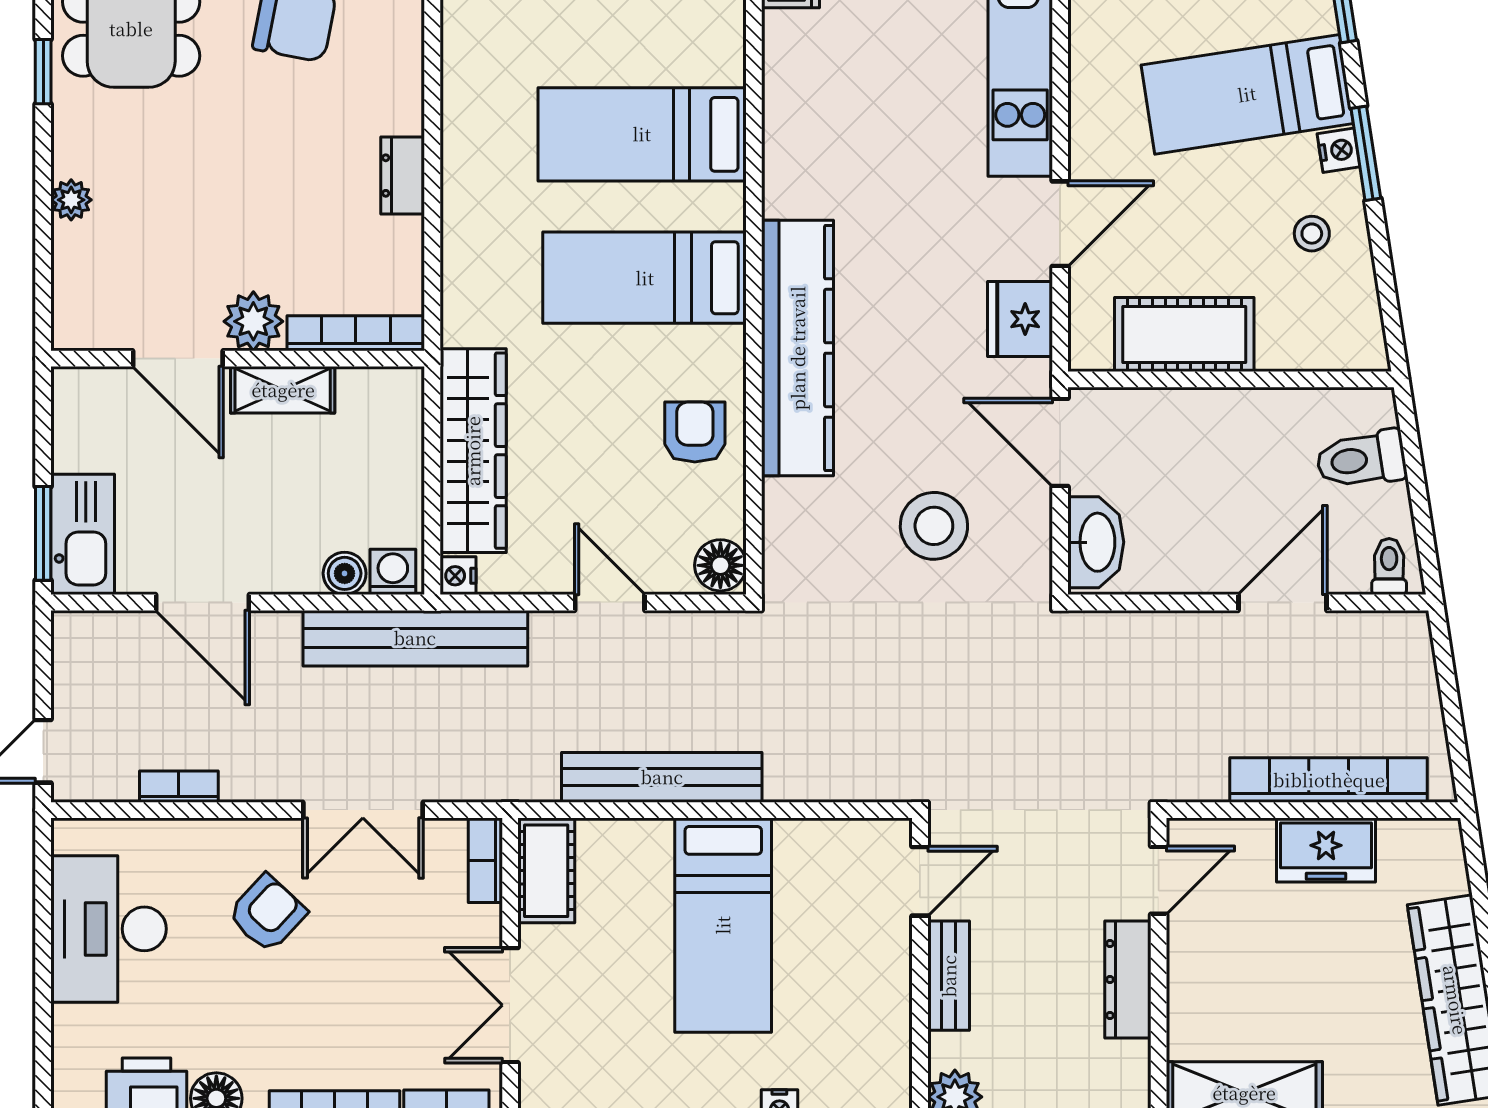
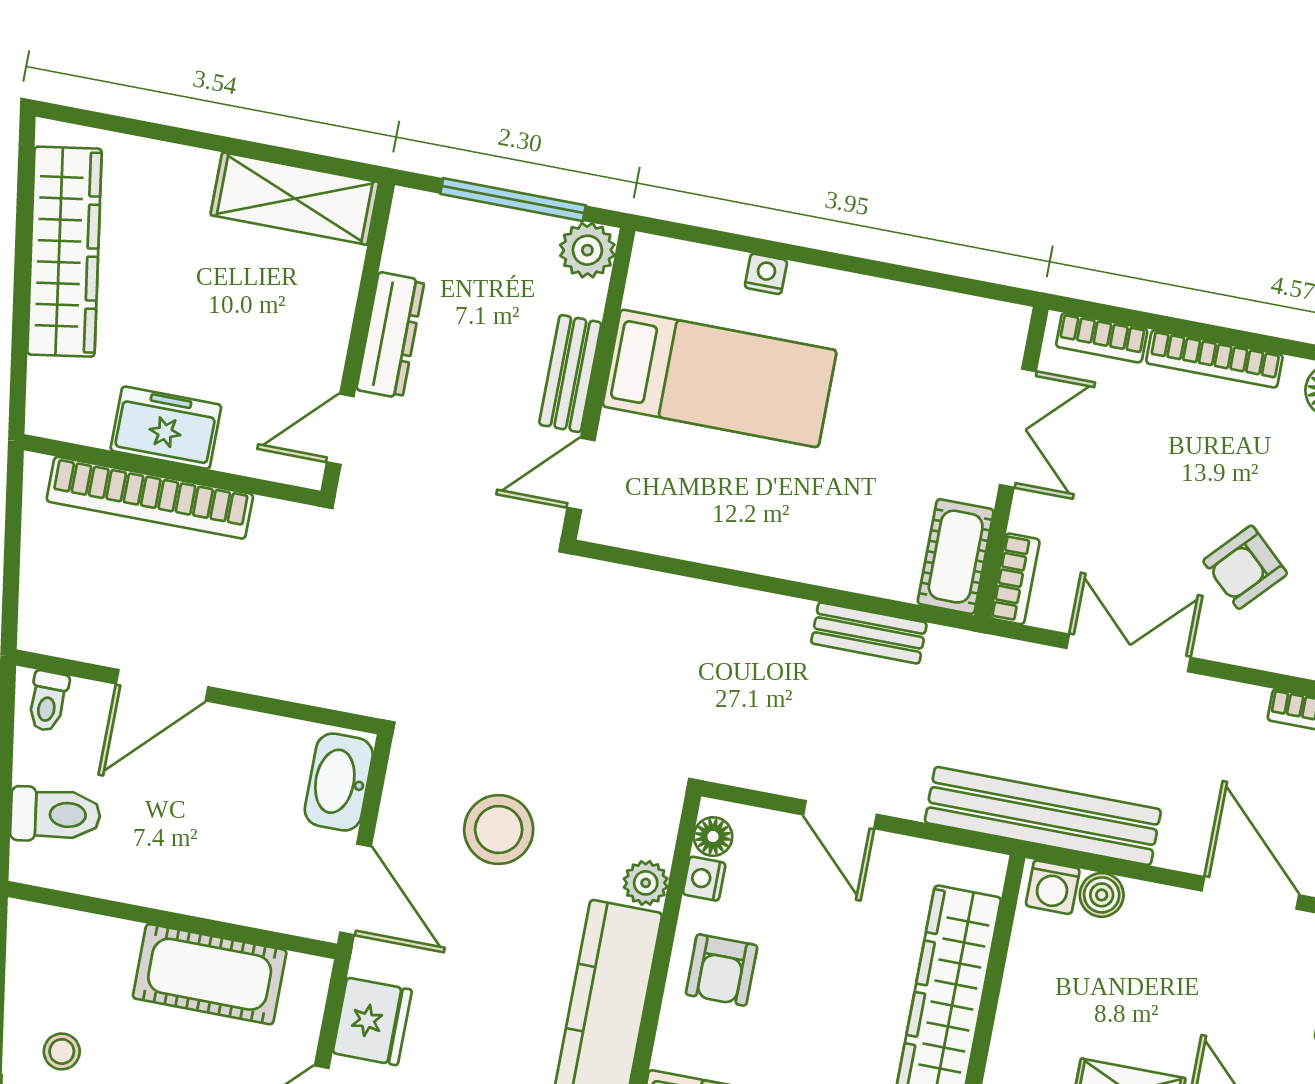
plant: (783, 502) -> (646, 883), added
floor lamp: (720, 565) -> (713, 837), width x0.73, depth x0.73
nightstand: (458, 576) -> (704, 879), moved, turned 180
bench: (662, 777) -> (869, 633), width x0.54, depth x0.82
bed: (723, 925) -> (719, 378), moved, turned 90

